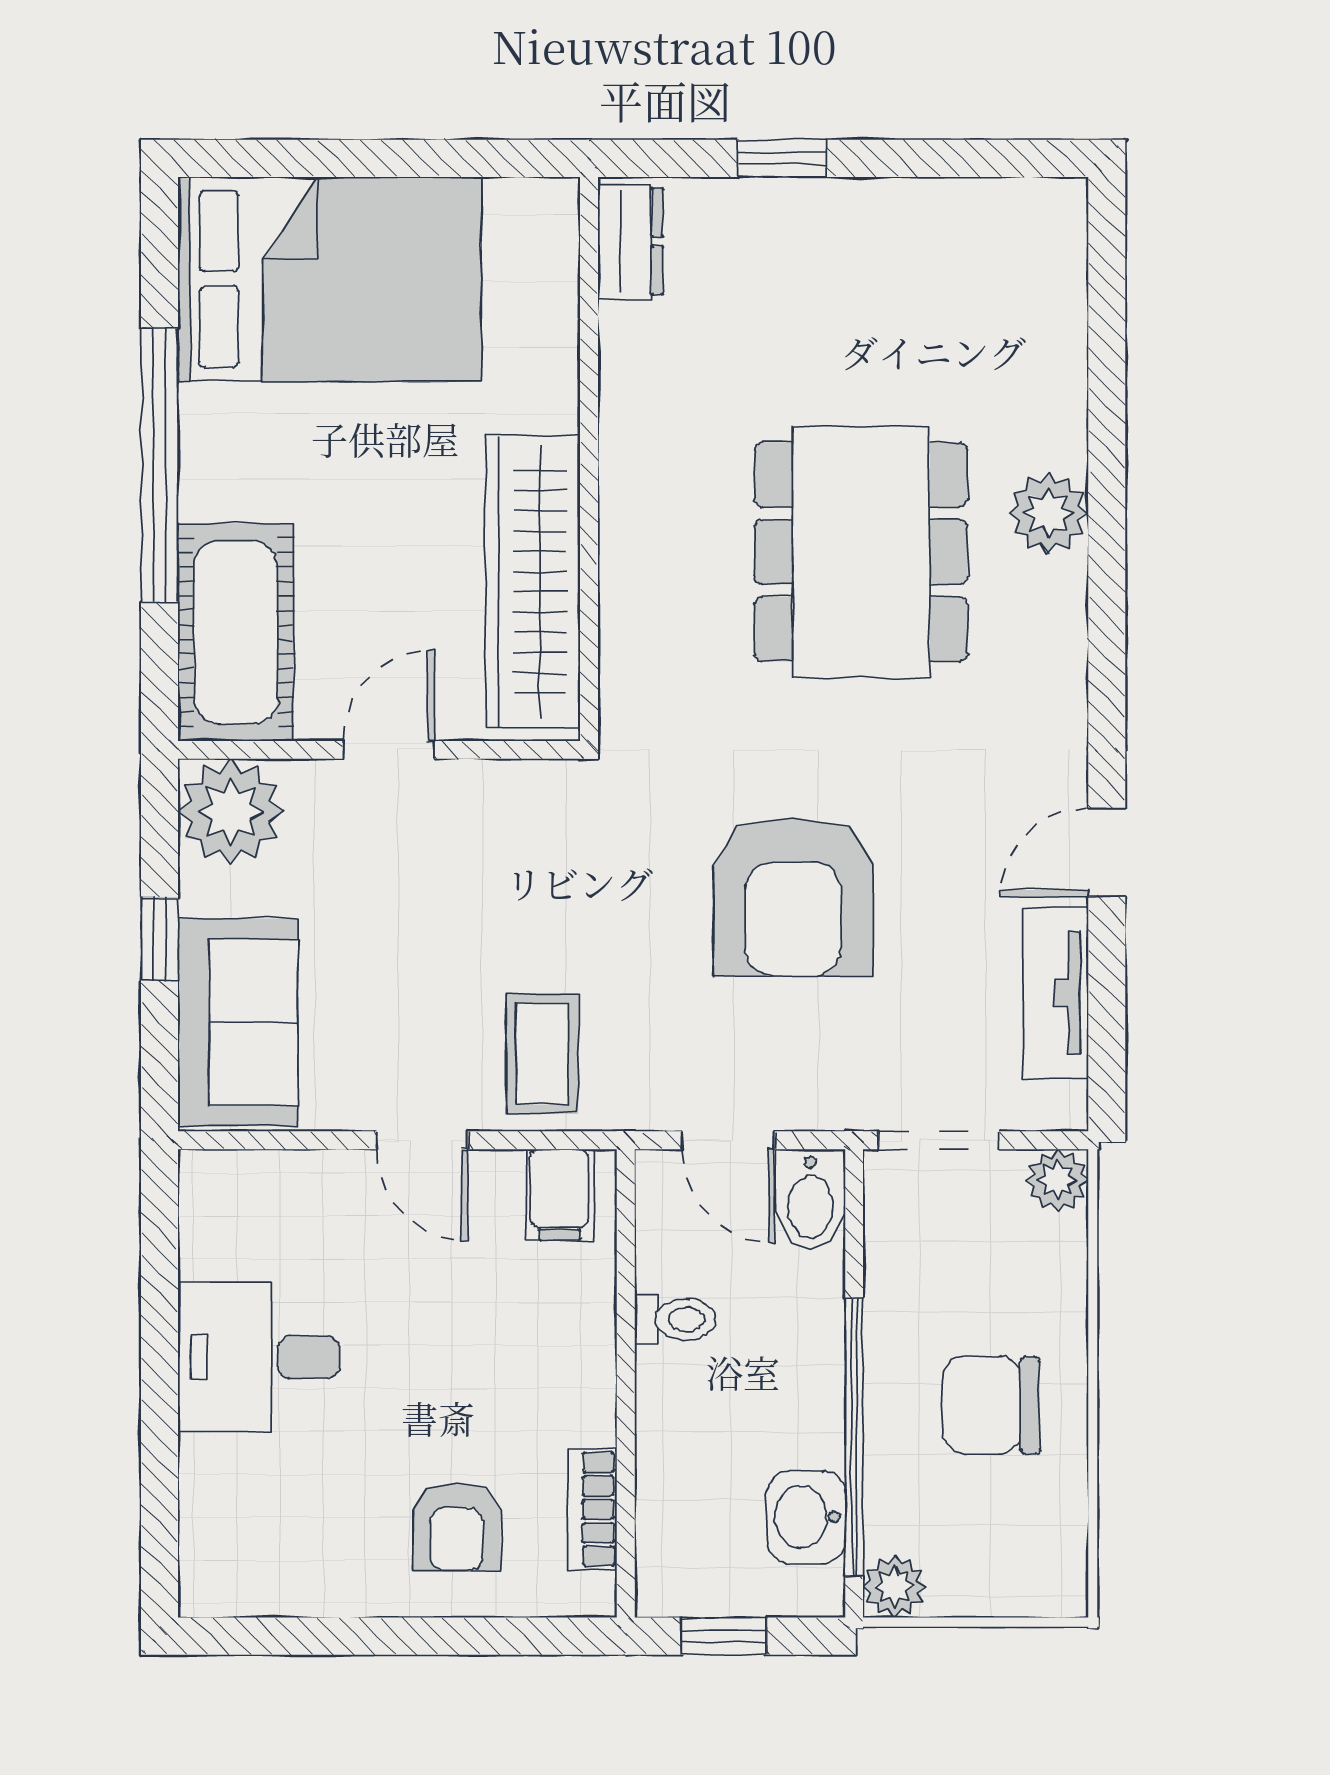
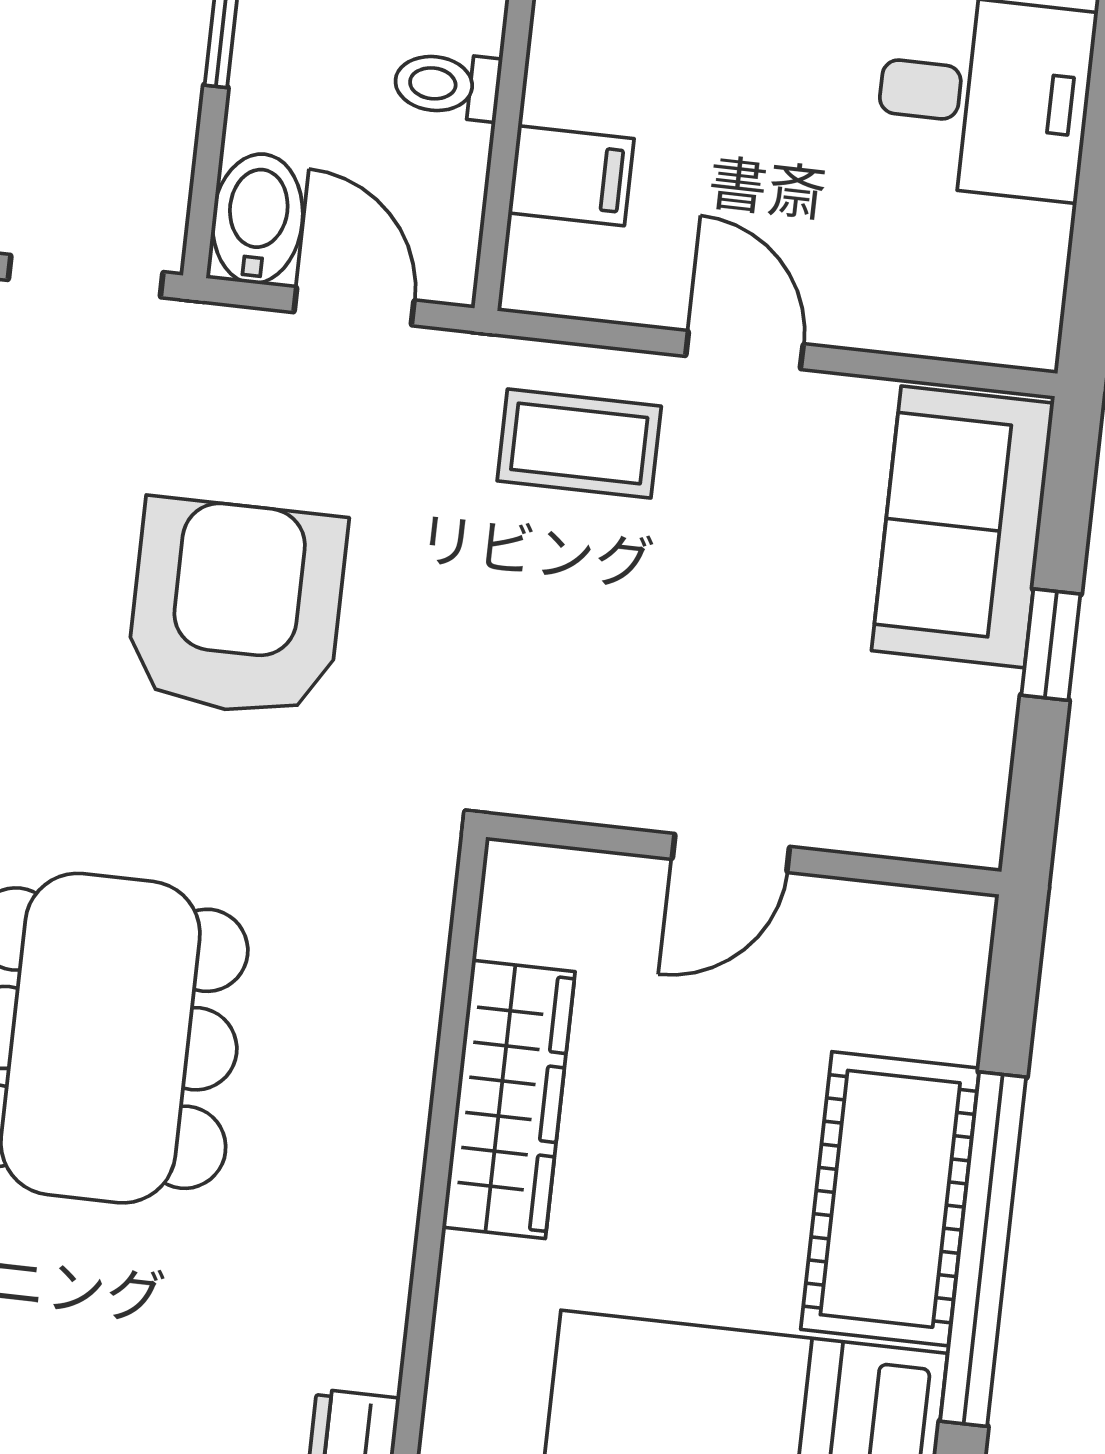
wardrobe: (533, 582) -> (509, 1099), width x0.71, depth x0.85
cot: (236, 632) -> (890, 1199), moved
plant: (231, 812) -> (942, 797), removed
coffee table: (542, 1054) -> (579, 443), turned 90
filing cabinet: (560, 1195) -> (571, 176), moved, turned 90

